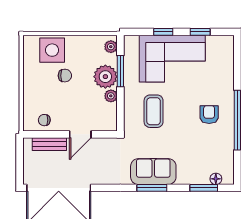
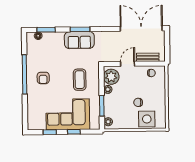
plant: (105, 77) -> (111, 77), moved

